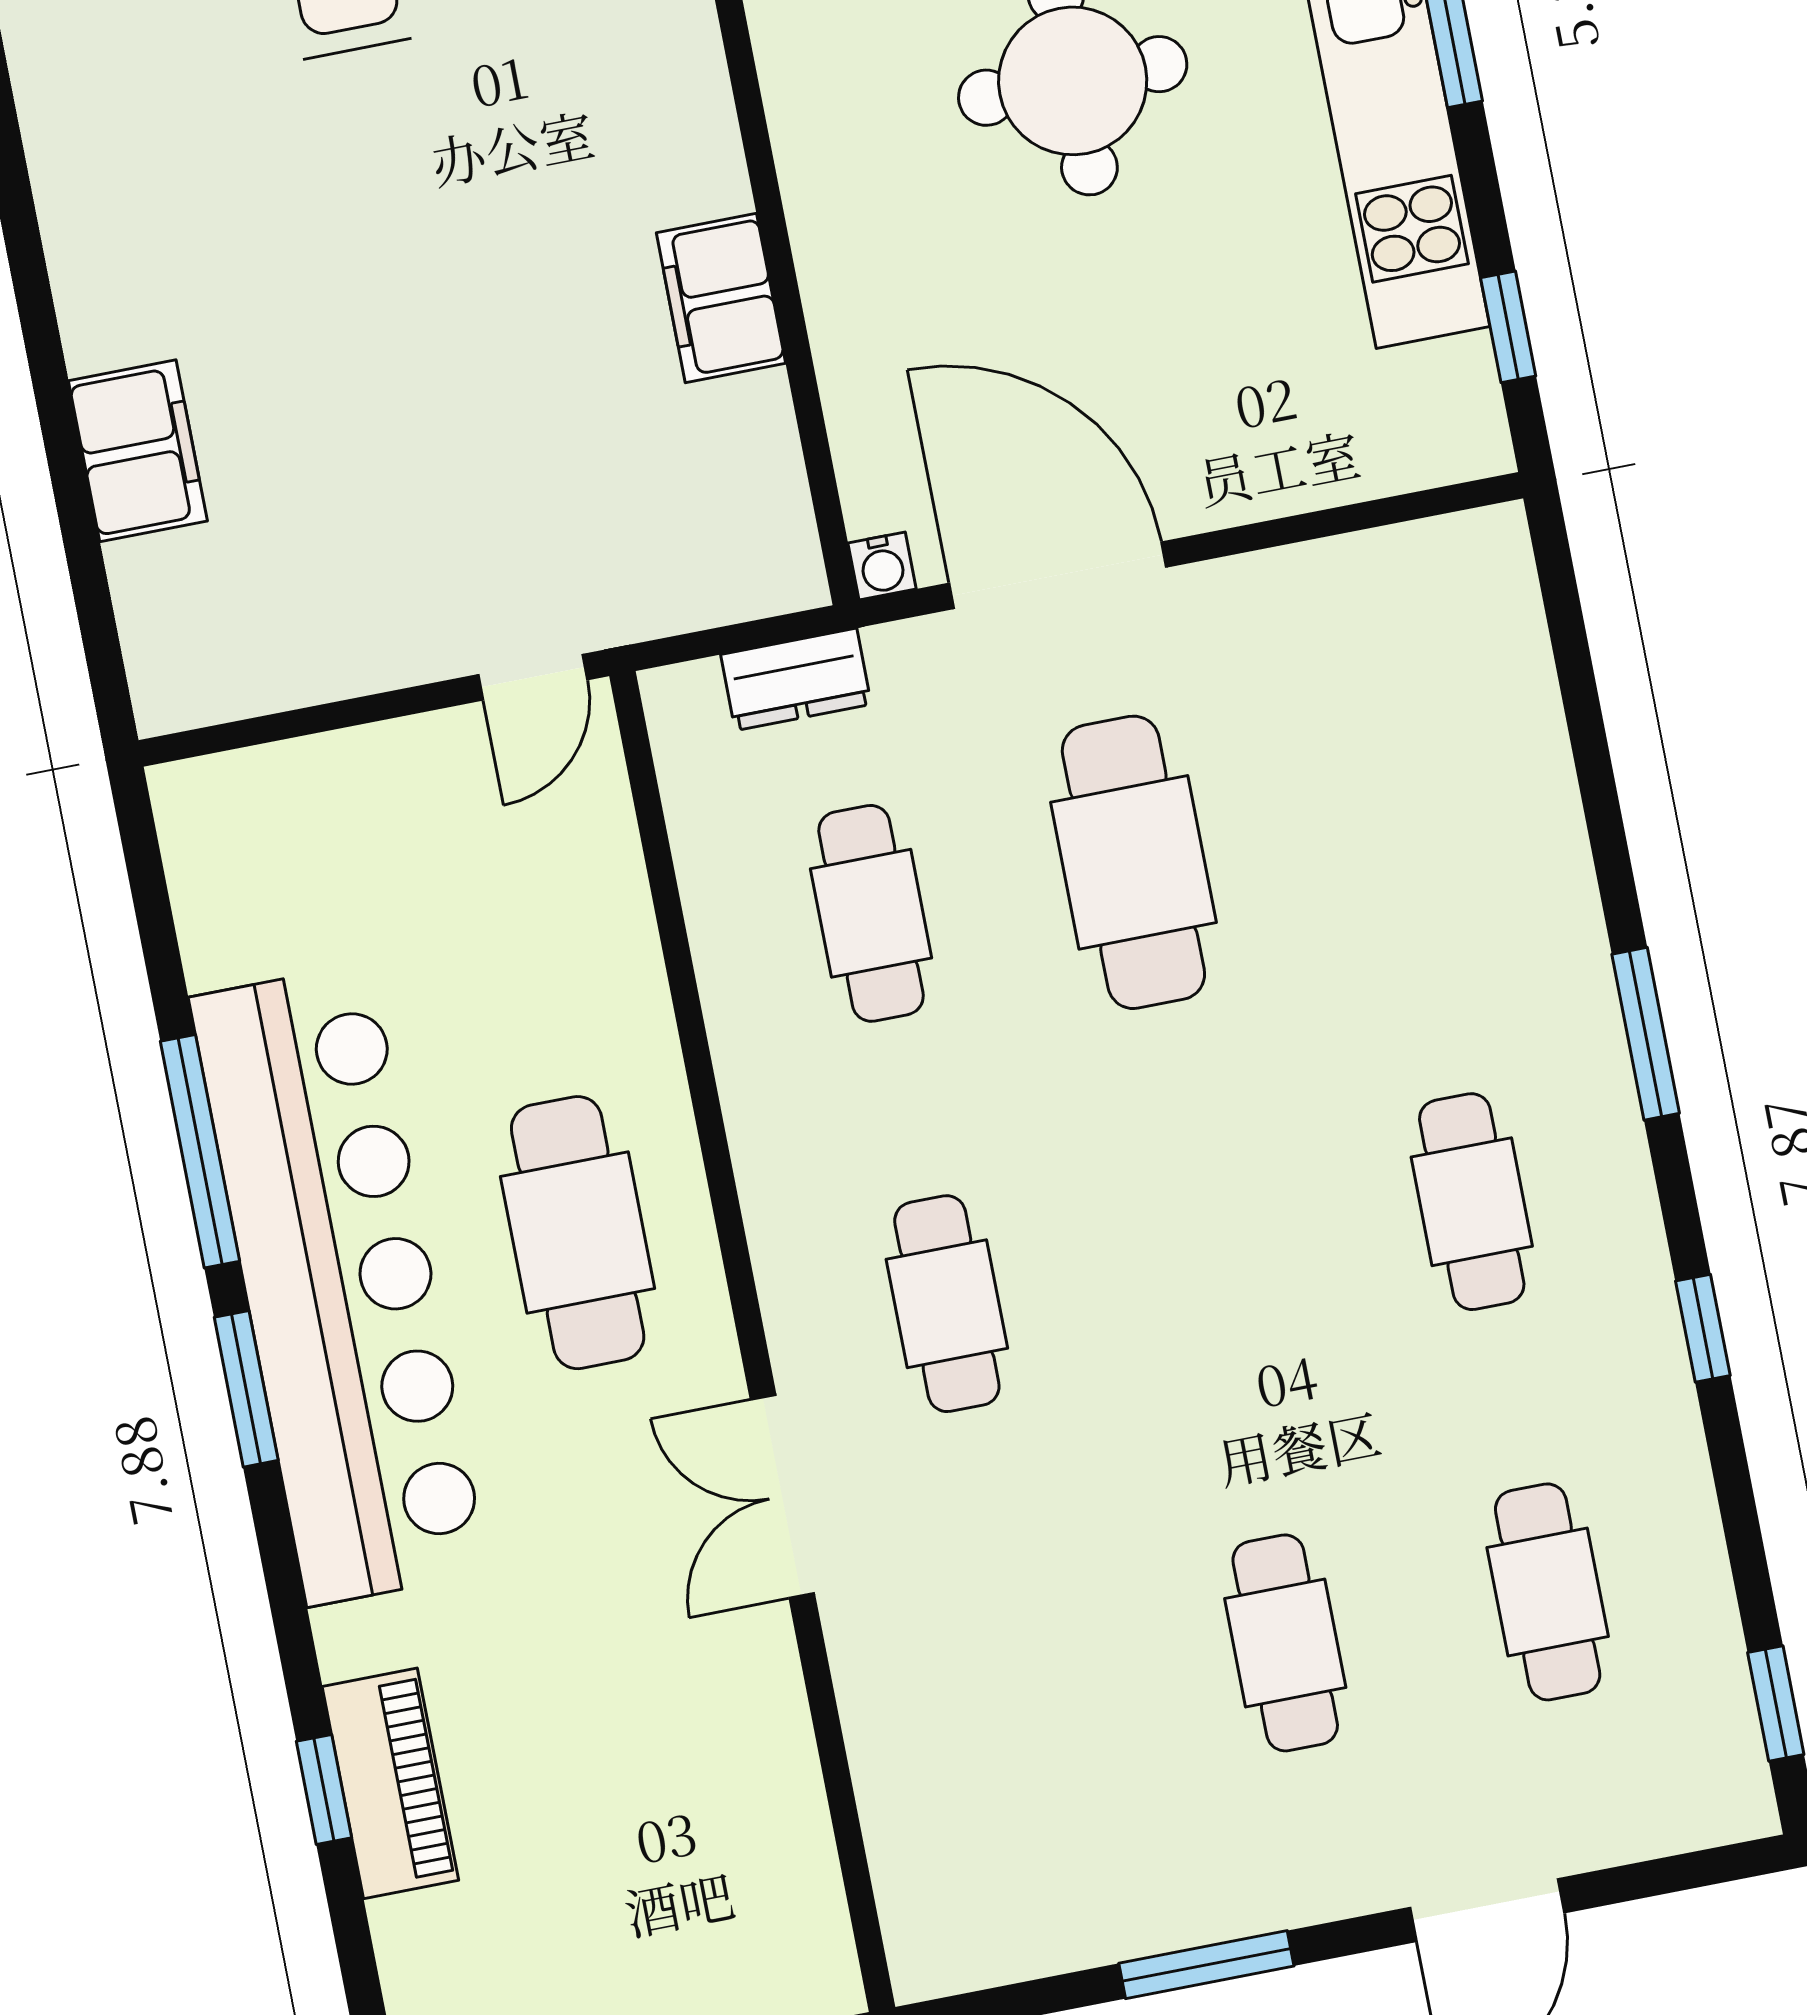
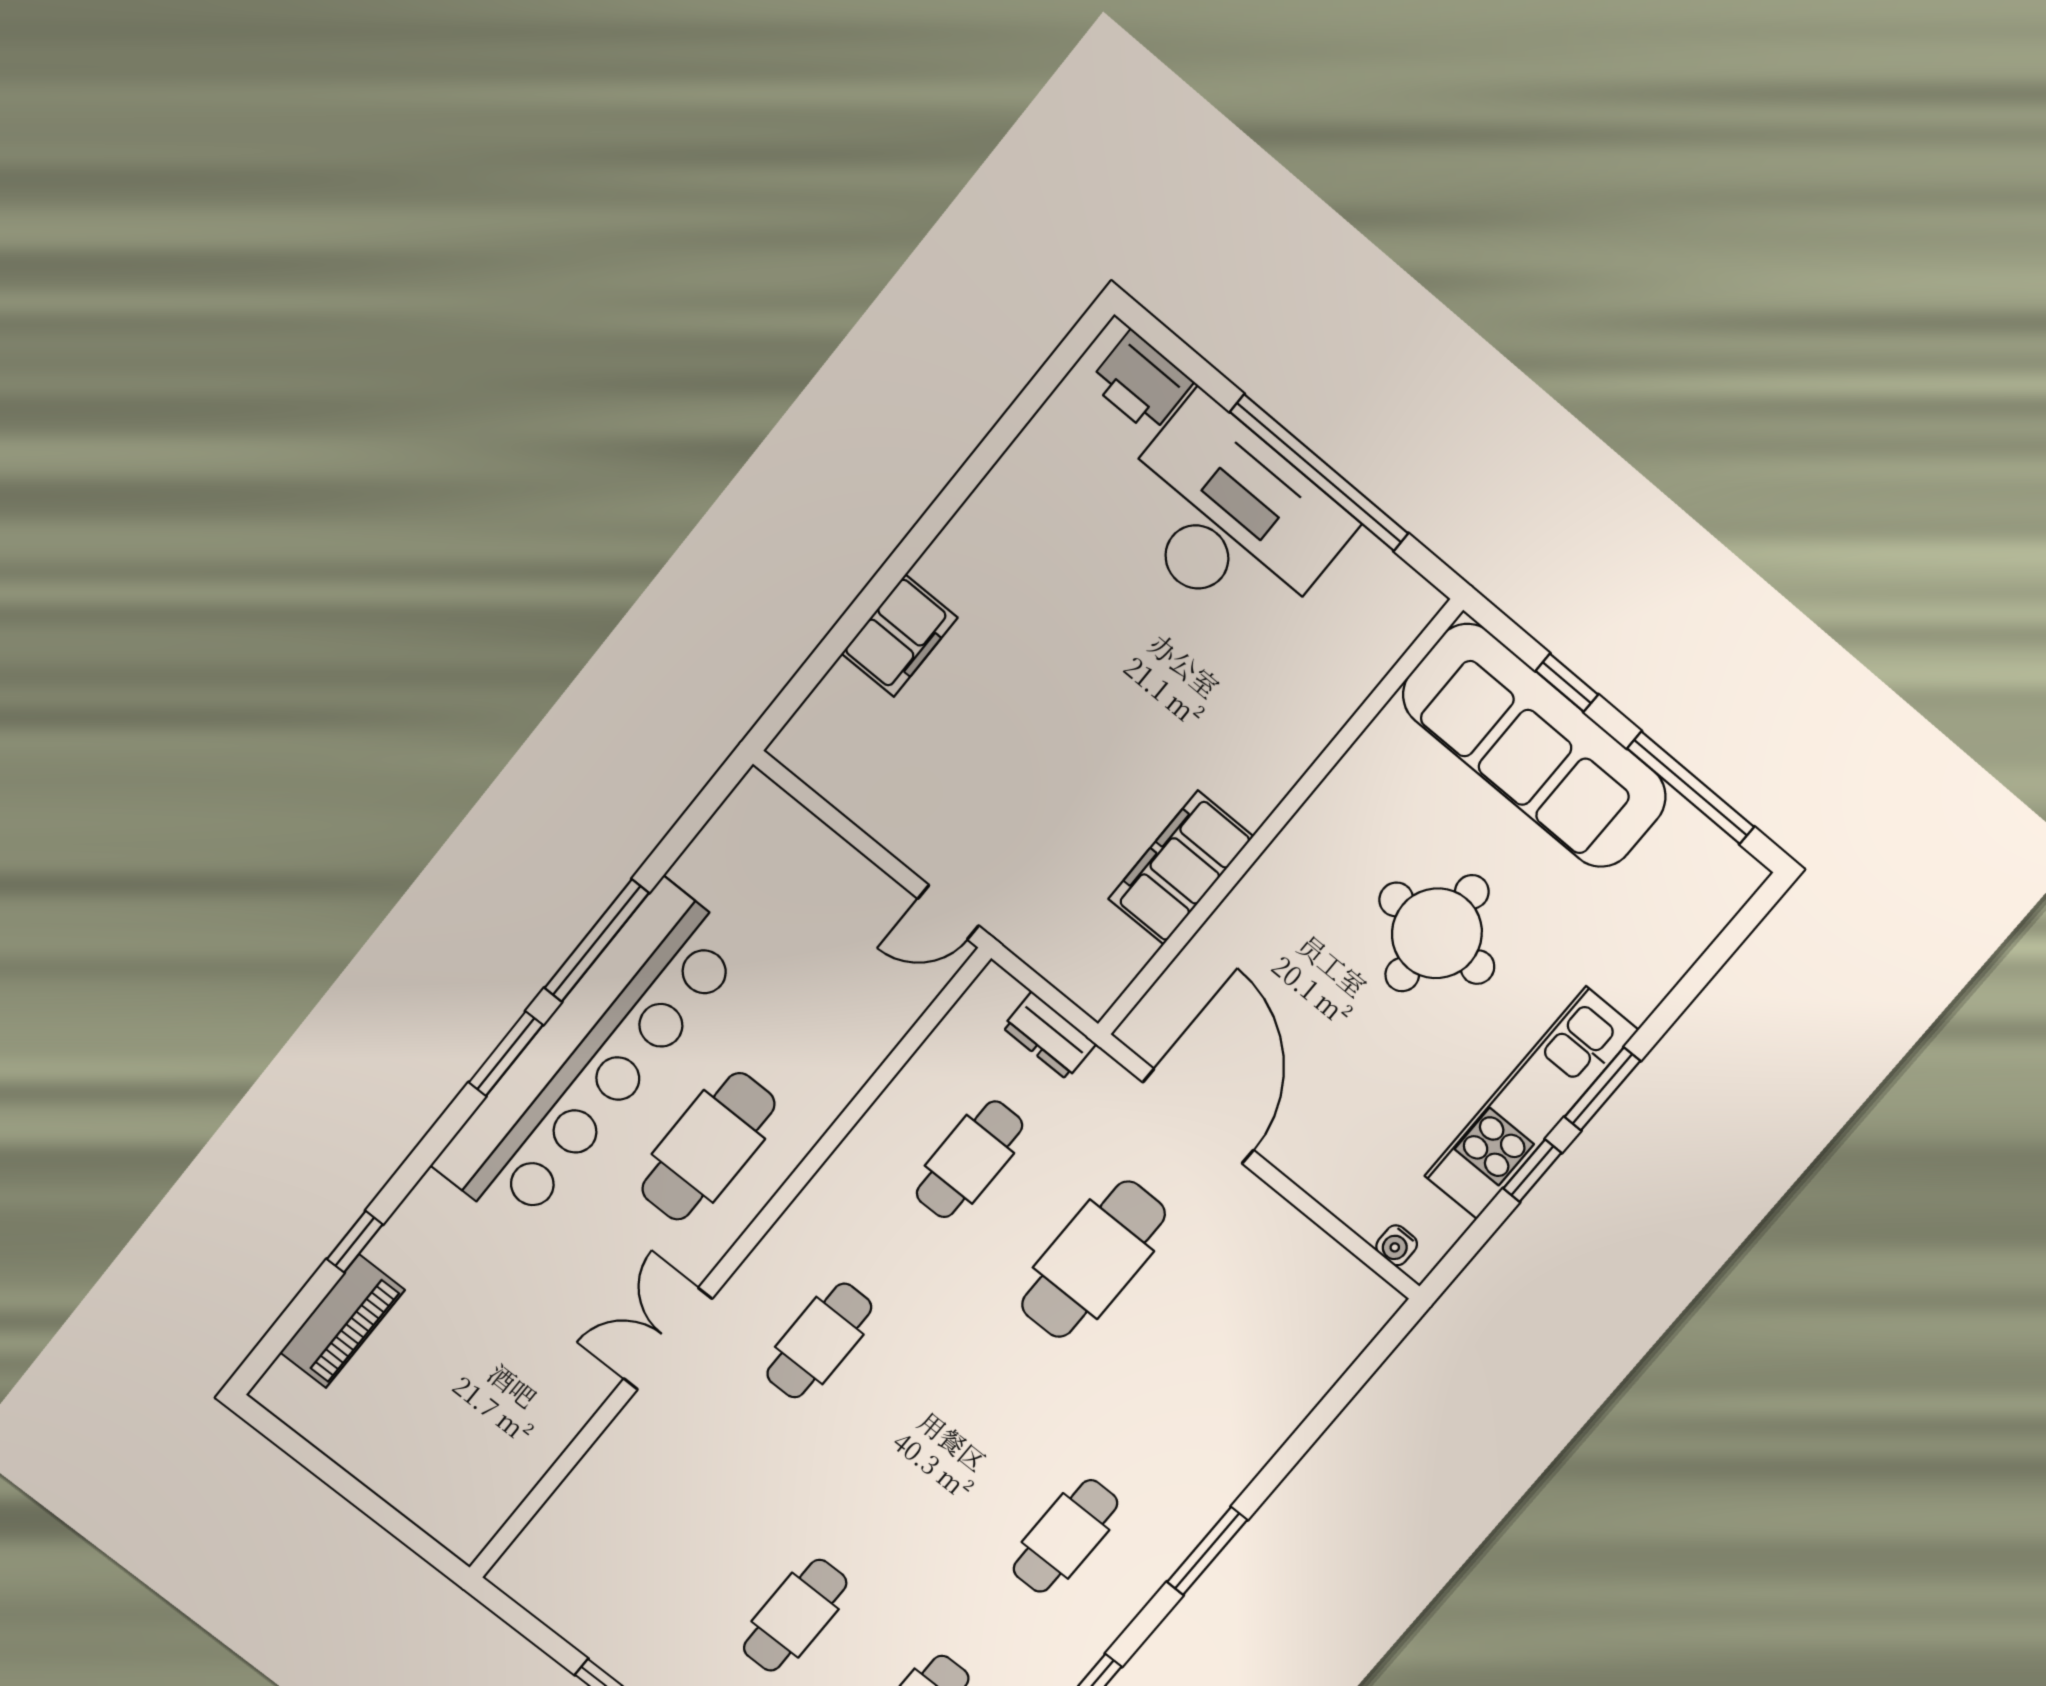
filing cabinet: (721, 298) -> (1181, 868), width x1.50, depth x1.17
window: (1508, 327) -> (1532, 1171), moved
water cooler: (882, 566) -> (1397, 1245), moved
piano: (390, 1783) -> (342, 1321), moved

